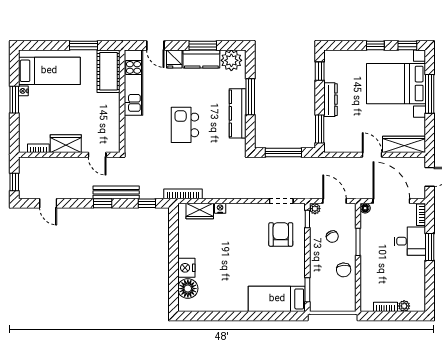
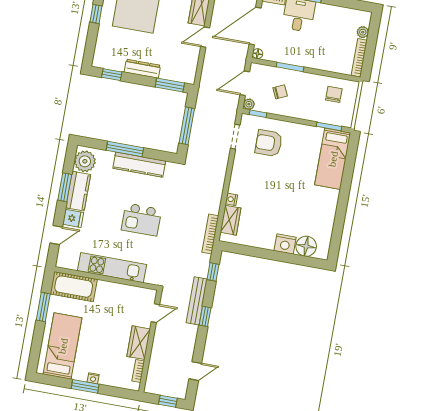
kitchen unit: (134, 83) -> (112, 268), moved
nightstand: (23, 91) -> (93, 378), moved
chair: (344, 270) -> (334, 94), moved, turned -85
bookcase: (385, 307) -> (359, 58), width x1.56

